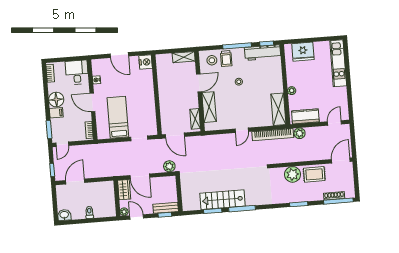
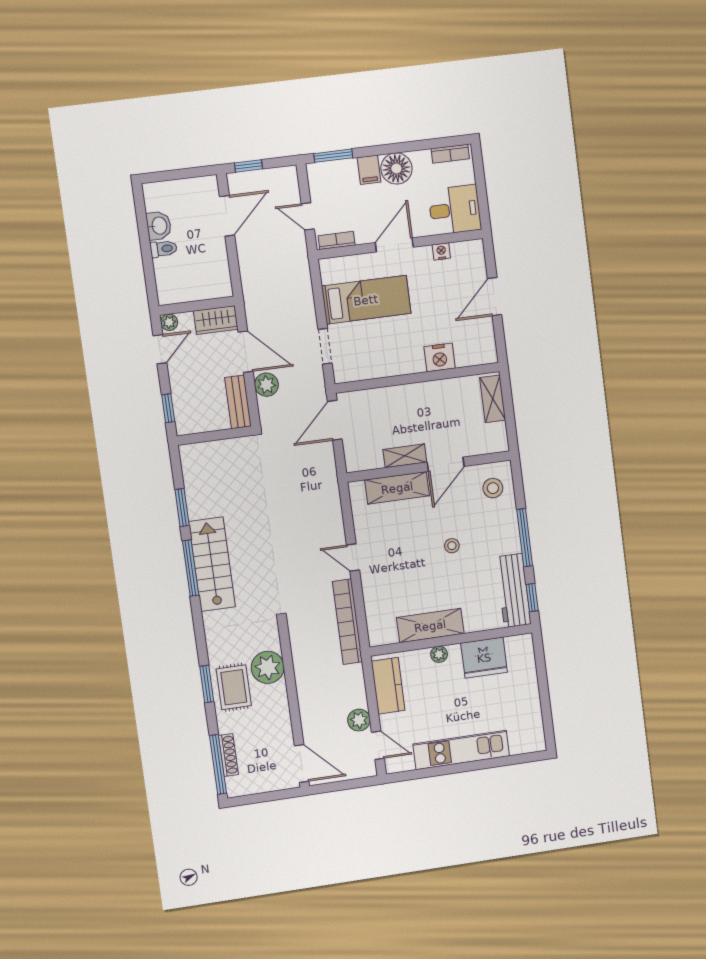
fridge: (303, 52) -> (484, 658), moved, turned -90
shelving: (184, 57) -> (493, 399), moved
trolley: (226, 58) -> (498, 517), removed
nightstand: (146, 62) -> (440, 357), moved
kitchen unit: (338, 63) -> (461, 750), moved
door: (199, 83) -> (446, 464), hinge flipped
shelving: (278, 109) -> (430, 626), moved
shelving: (195, 119) -> (405, 456), moved
plant: (300, 133) -> (359, 720), moved
door: (62, 144) -> (308, 216), moved
plant: (169, 166) -> (266, 385), moved
rug: (314, 174) -> (234, 687), moved
door: (140, 176) -> (246, 352), swing flipped
door: (75, 181) -> (227, 216), hinge flipped
stairs: (223, 200) -> (212, 564), moved
bench: (166, 208) -> (238, 402), moved
washbasin: (64, 215) -> (159, 226), moved

